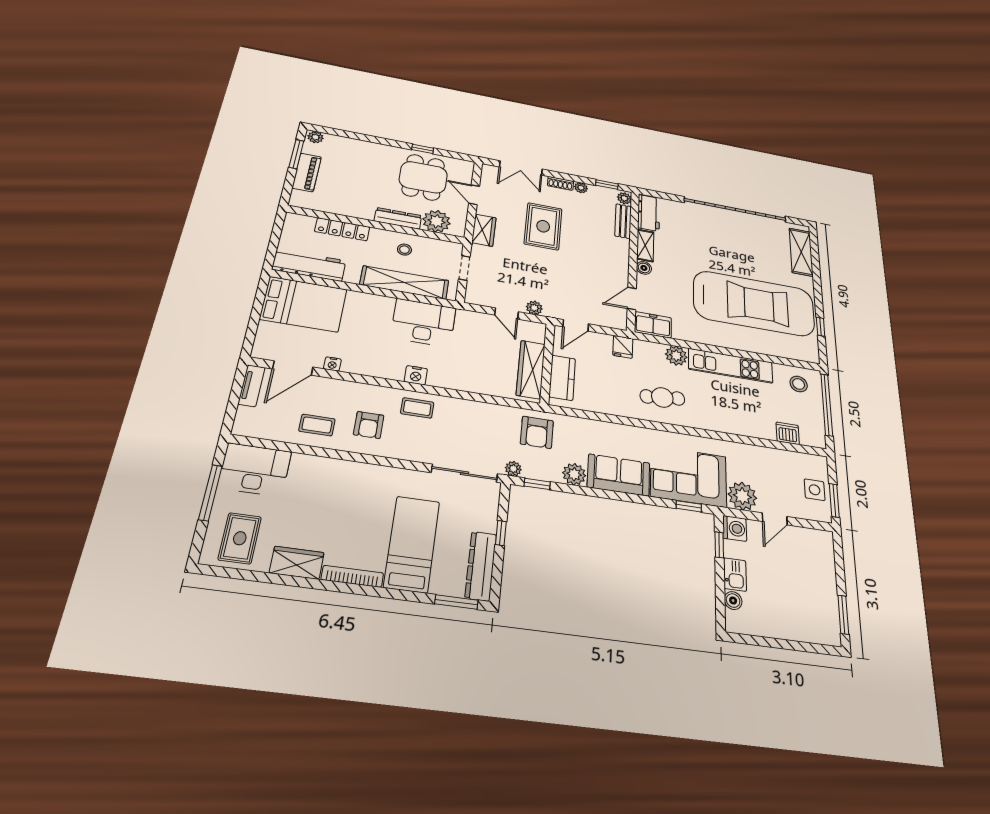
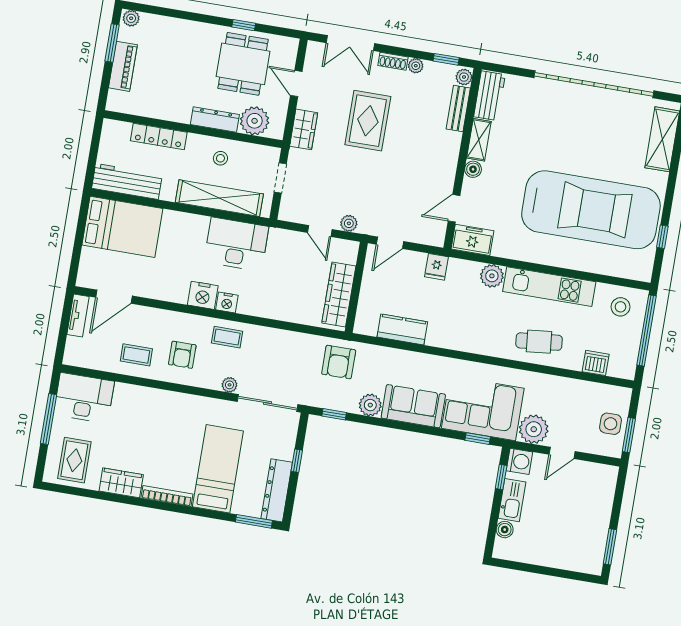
nightstand: (332, 364) -> (203, 295), moved, width x1.89, depth x1.79
kitchen counter: (562, 378) -> (402, 329), moved, turned -90
cafe table: (662, 397) -> (539, 342), moved
plant: (513, 469) -> (229, 385), moved
kitchen sink: (735, 575) -> (512, 500), width x1.38

